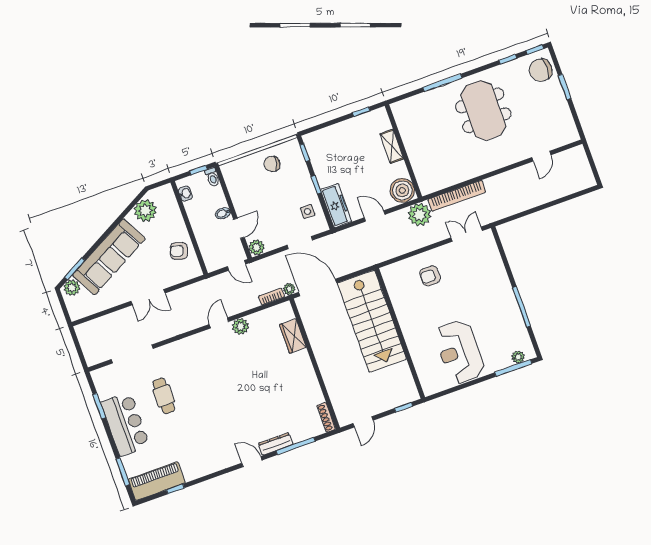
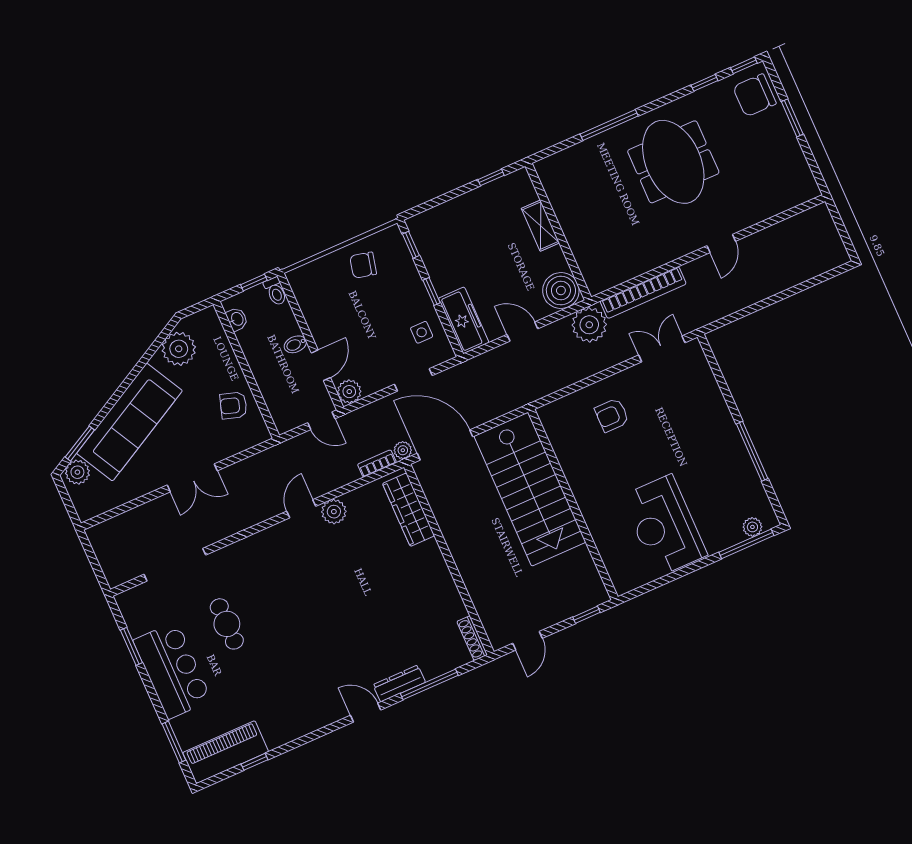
door: (541, 156) -> (721, 243), moved
wardrobe: (293, 336) -> (409, 510), width x1.50

